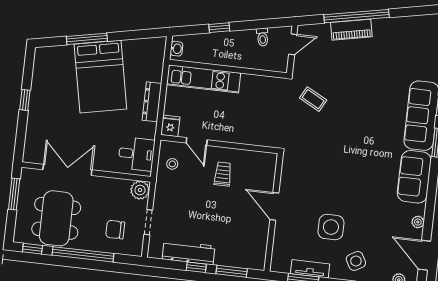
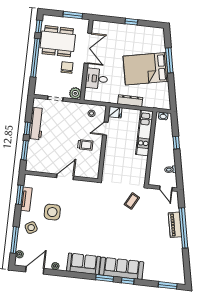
desk: (136, 154) -> (97, 79), moved, turned 90
chair: (115, 230) -> (67, 67), moved

